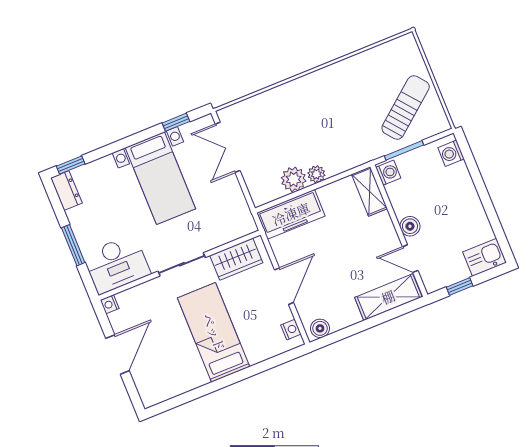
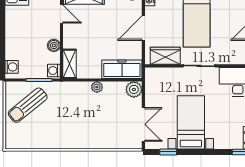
plant: (294, 179) -> (134, 89), moved
boiler: (410, 226) -> (54, 45), moved

